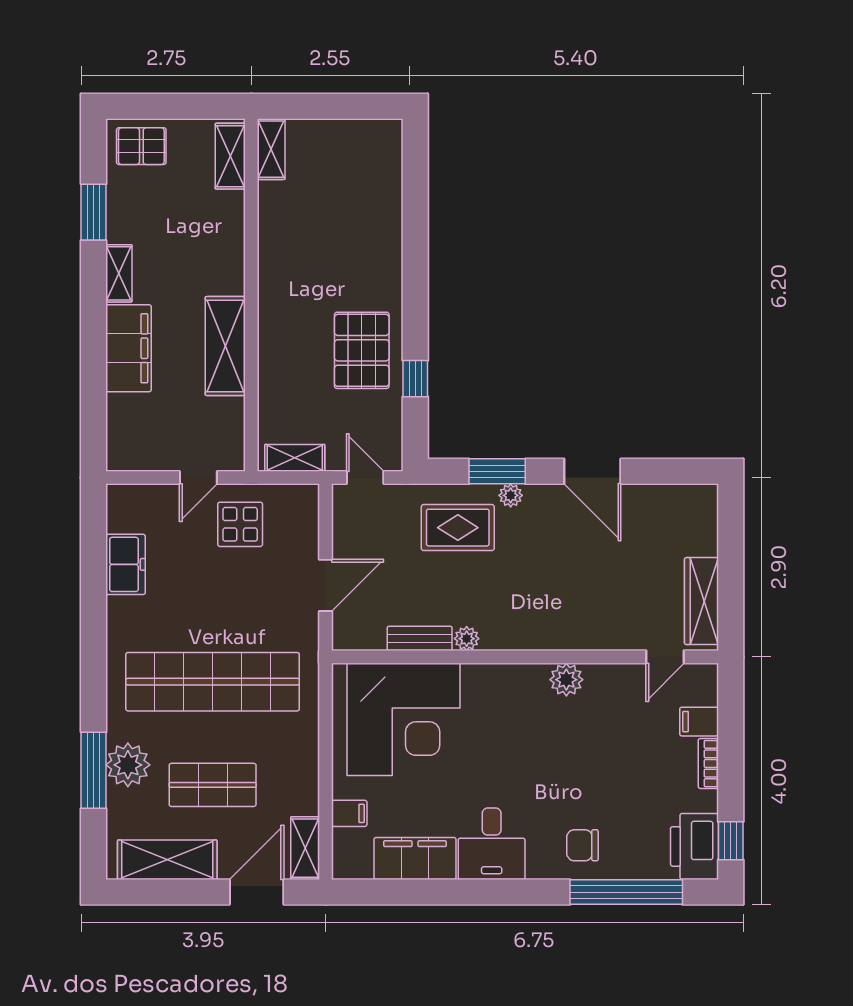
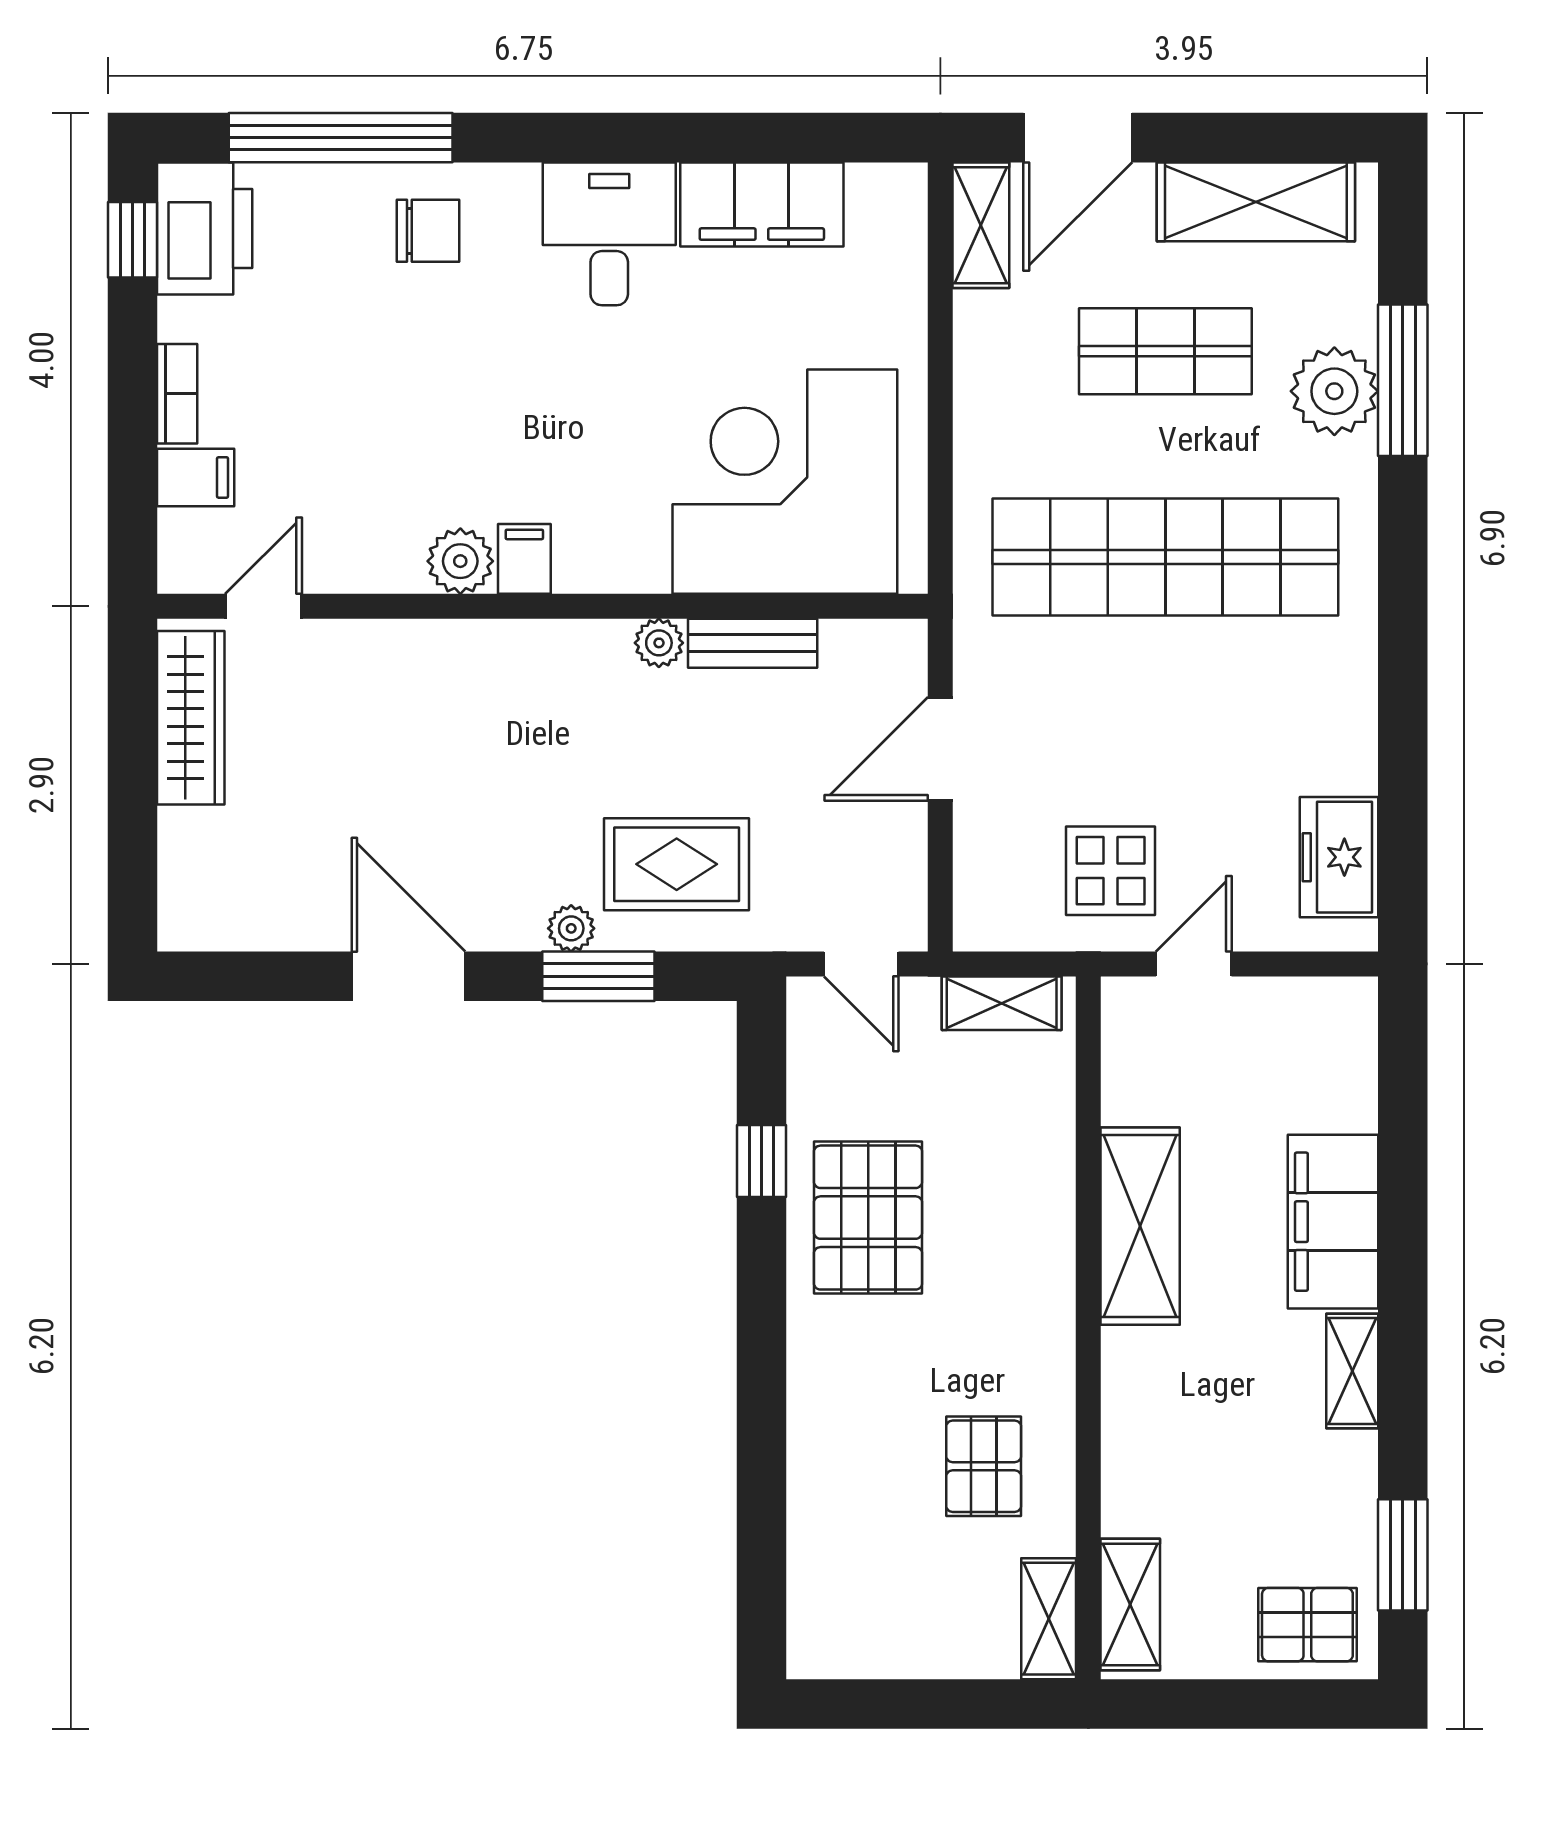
window: (94, 212) -> (1403, 1555), moved
pallet: (304, 226) -> (984, 1466), added
freezer: (126, 564) -> (1339, 857), moved
filing cabinet: (349, 813) -> (524, 559), moved, turned 90

